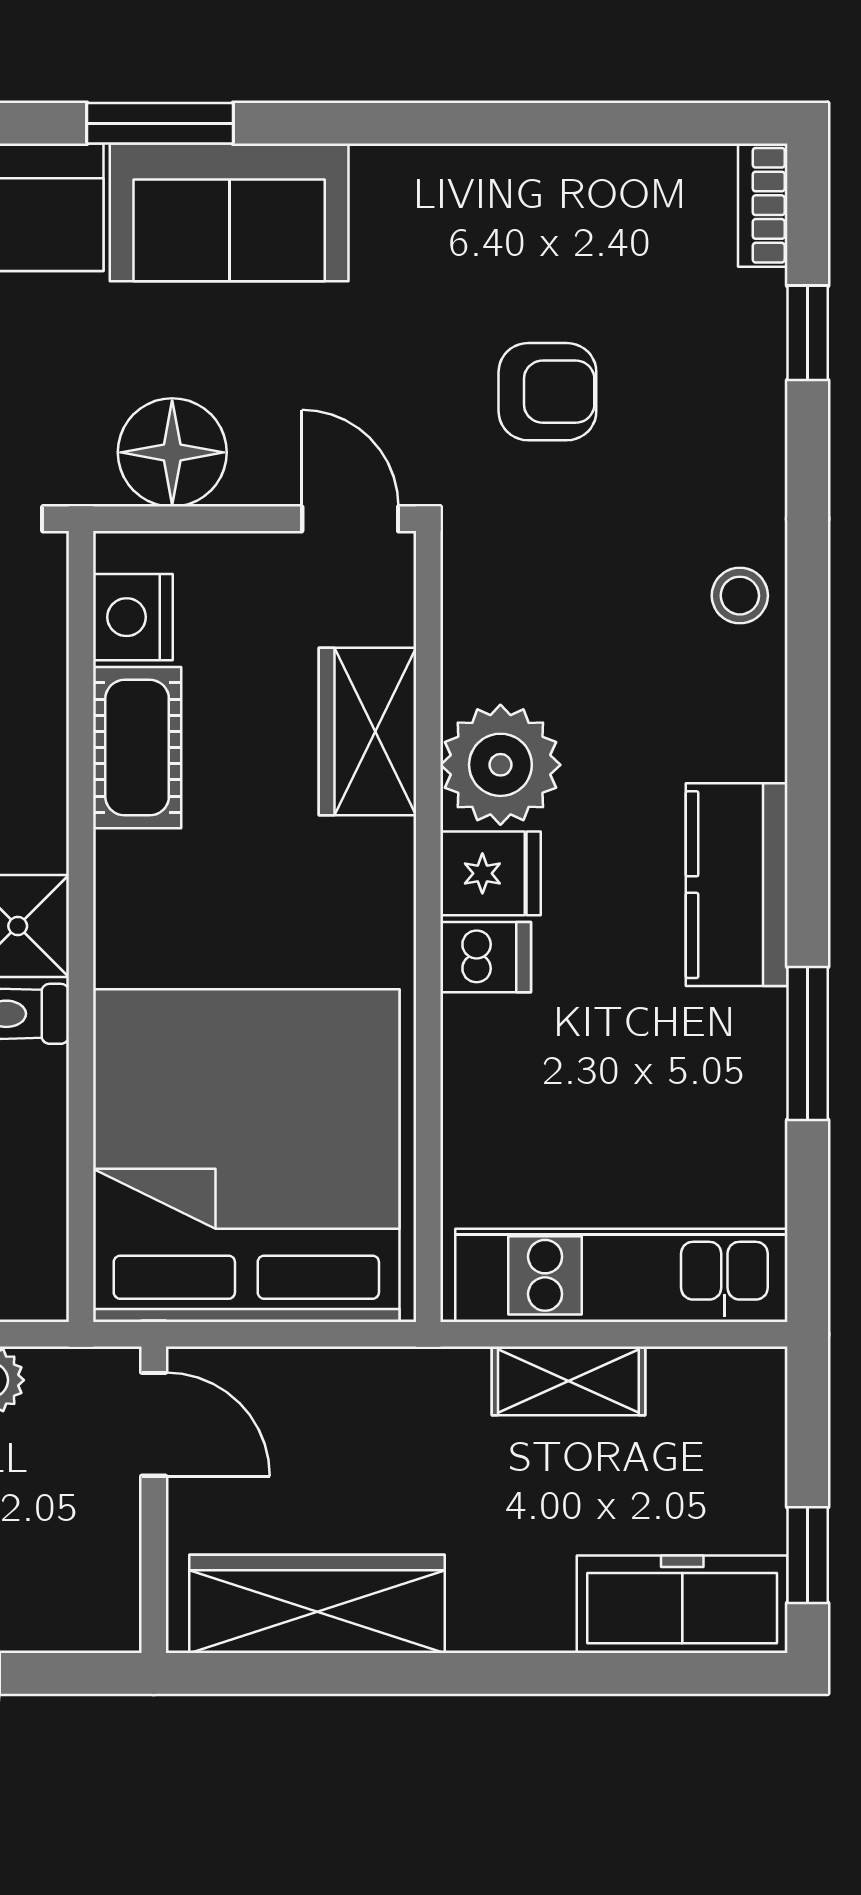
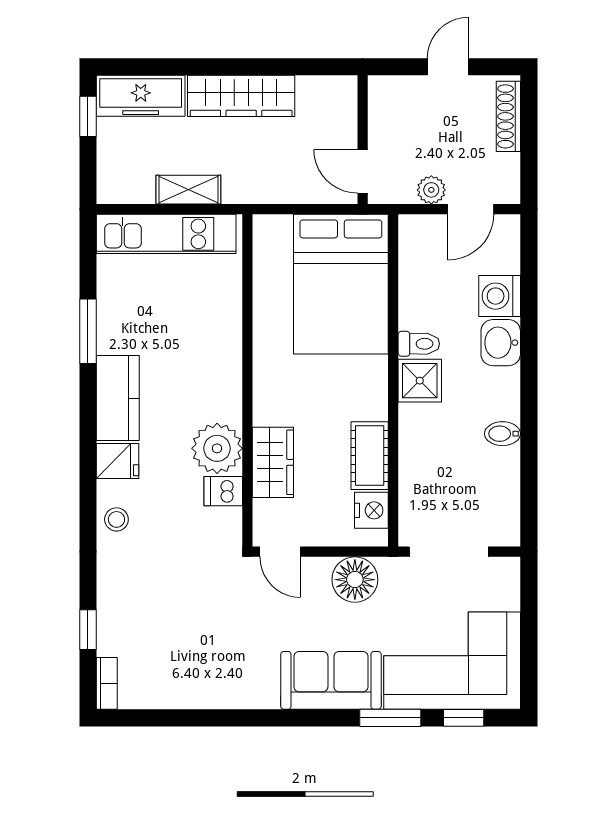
window: (160, 123) -> (390, 718), moved
armchair: (547, 392) -> (197, 605), removed
fridge: (490, 873) -> (118, 461), moved, turned 180
dishwasher: (486, 957) -> (223, 491), moved
bed: (246, 1156) -> (341, 284), width x0.73
wardrobe: (317, 1604) -> (241, 96), moved

